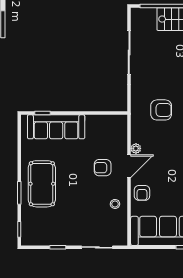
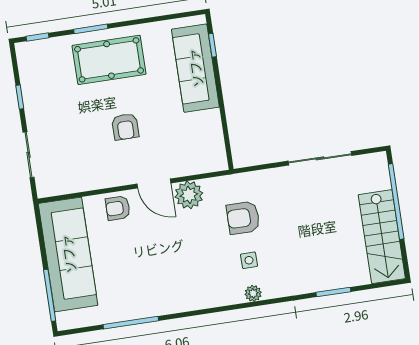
armchair: (161, 110) -> (243, 218), turned 90
plant: (136, 148) -> (189, 195), width x1.88, depth x1.88
armchair: (103, 168) -> (125, 127), moved, turned 180
stool: (115, 204) -> (96, 171), removed

